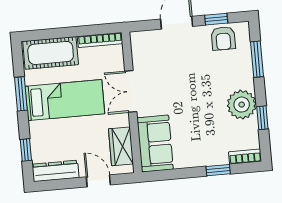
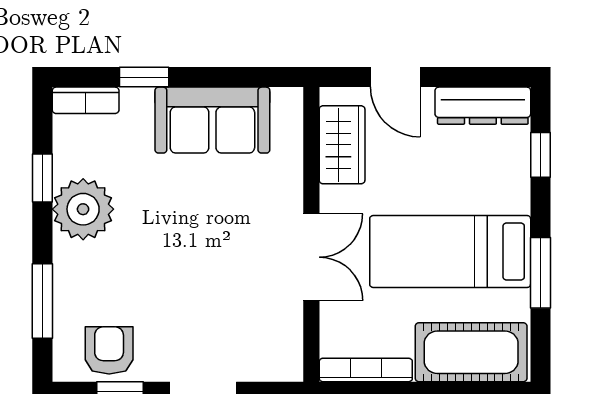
sofa: (155, 144) -> (212, 120), moved, turned -90

